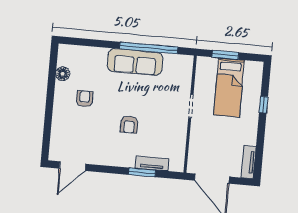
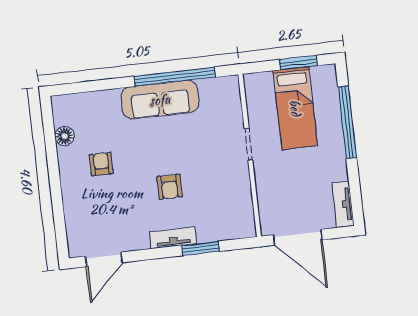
window: (225, 55) -> (298, 63), moved
window: (263, 105) -> (347, 122), width x3.17
tv unit: (152, 163) -> (173, 238), moved

